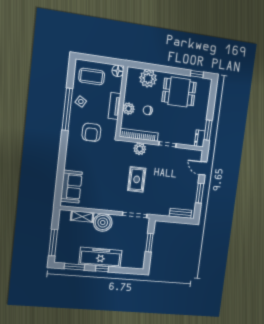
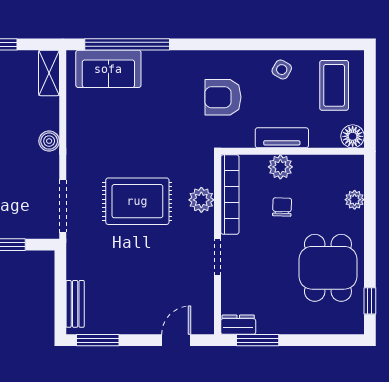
plant: (148, 79) -> (355, 200), width x0.53, depth x0.53
window: (67, 109) -> (127, 44), moved
rug: (137, 179) -> (137, 201), width x1.36, depth x1.43
window: (200, 193) -> (98, 340), moved
shelving: (82, 216) -> (49, 73), moved
boiler: (103, 222) -> (49, 141), width x0.54, depth x0.54

